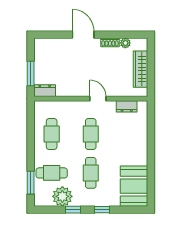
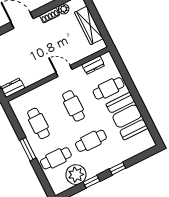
cafe table: (130, 134) -> (109, 88), added
cafe table: (91, 173) -> (91, 141), turned 90
window: (31, 183) -> (28, 149), moved
booth: (134, 186) -> (127, 116), moved

